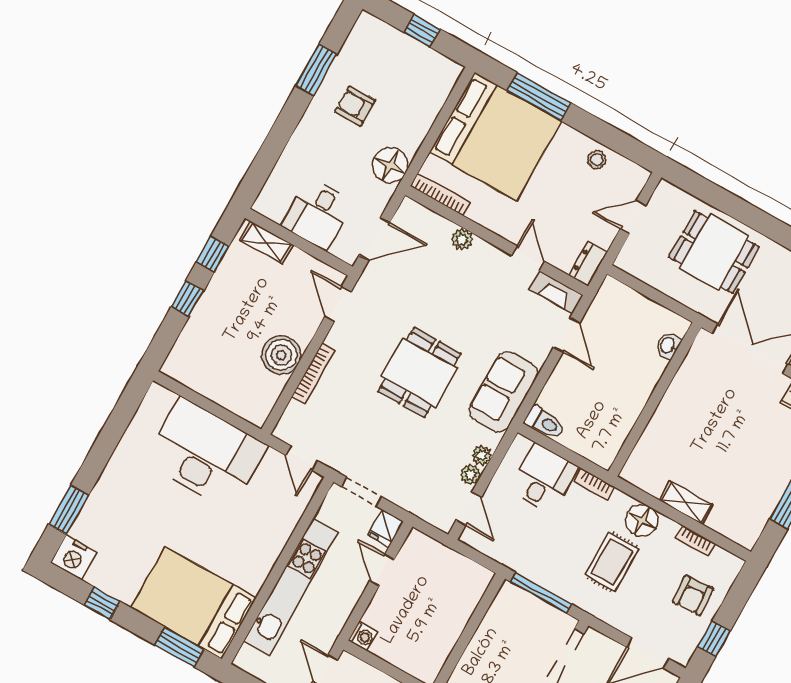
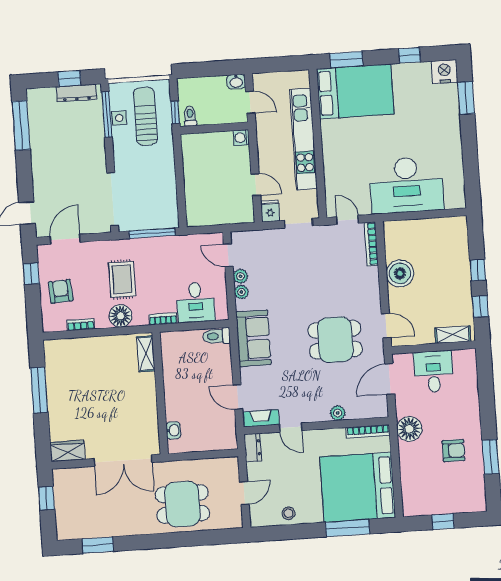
dining table: (419, 372) -> (335, 340), moved, turned 90
bookcase: (314, 374) -> (371, 244), moved
shelving: (686, 502) -> (146, 354), moved, turned 90

